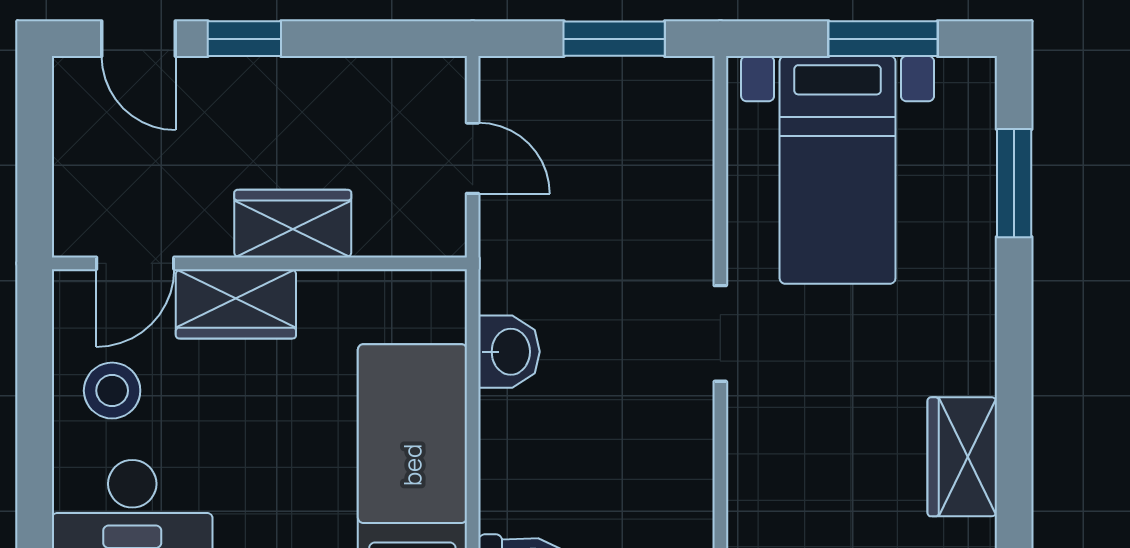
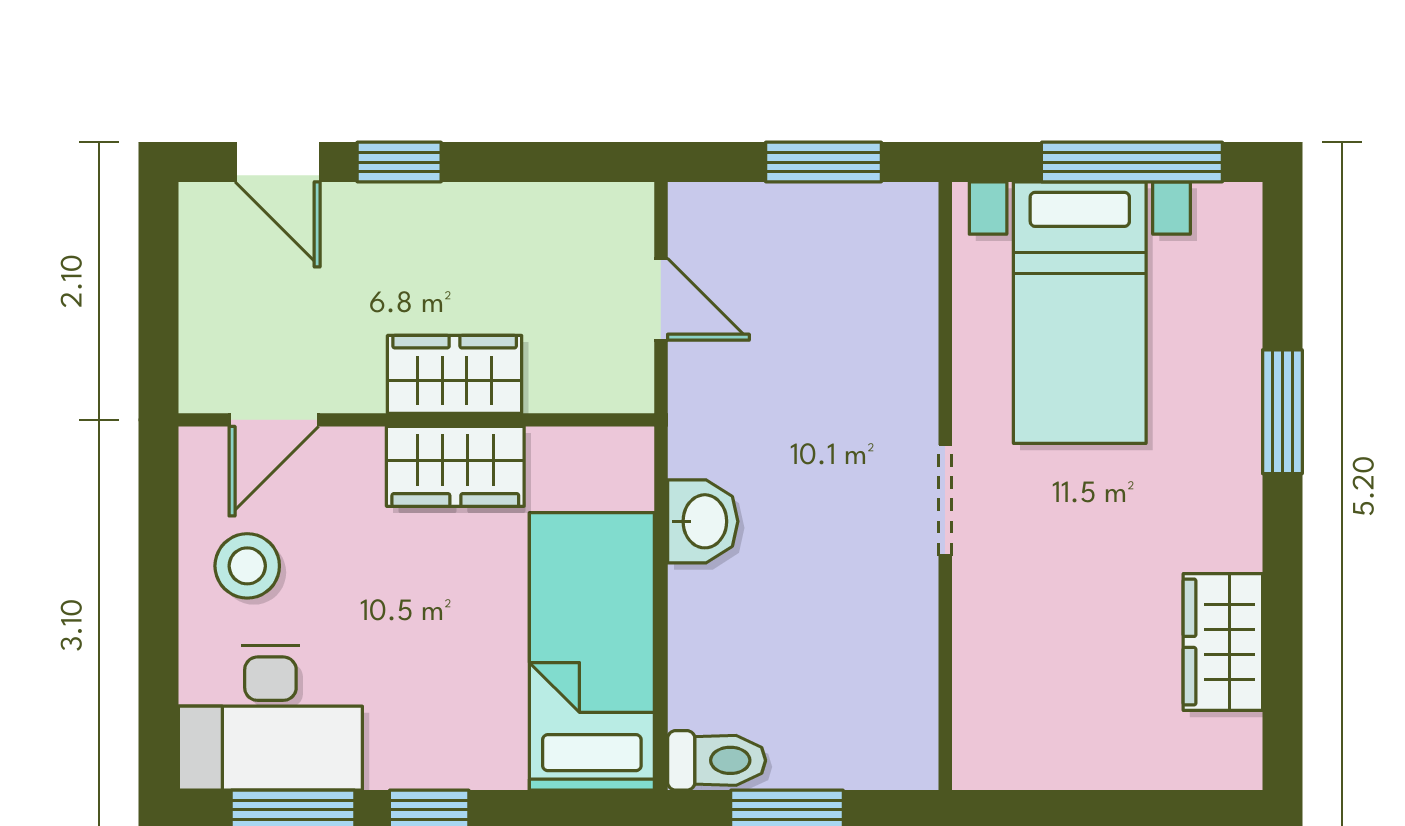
window: (883, 39) -> (1132, 162), width x1.44
window: (1014, 183) -> (1282, 412), moved
wardrobe: (236, 304) -> (455, 466), moved

